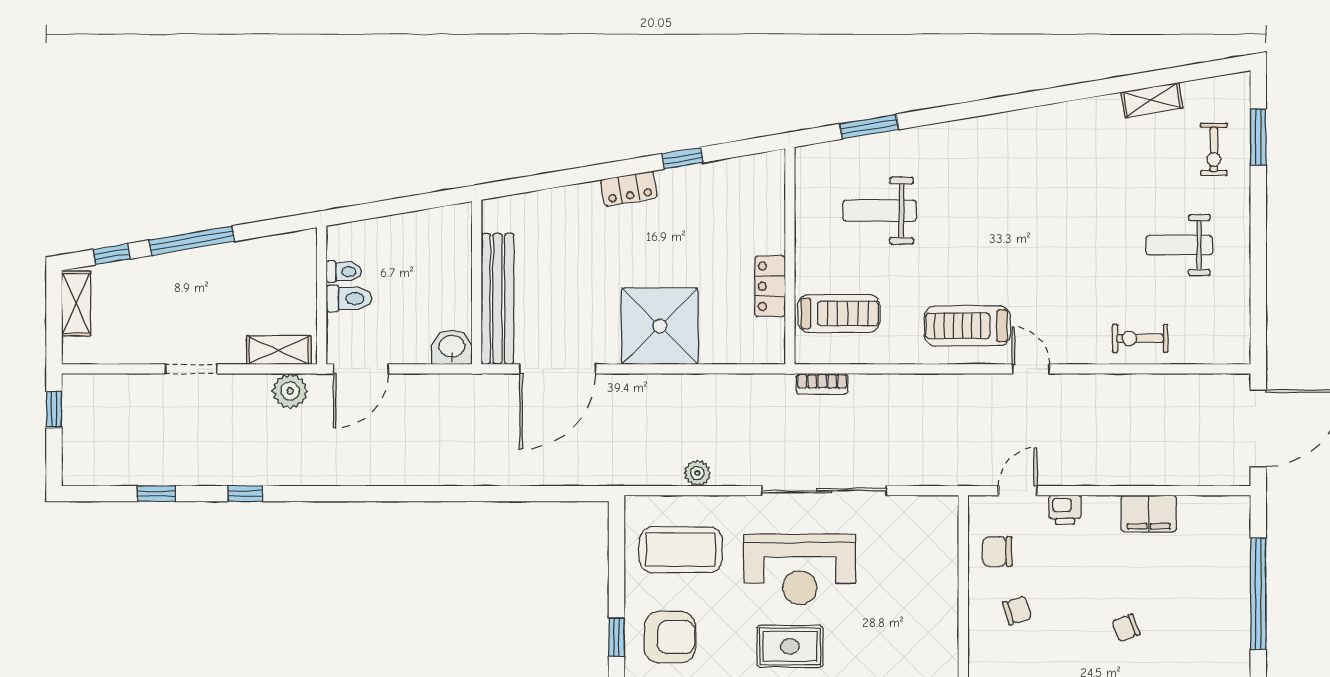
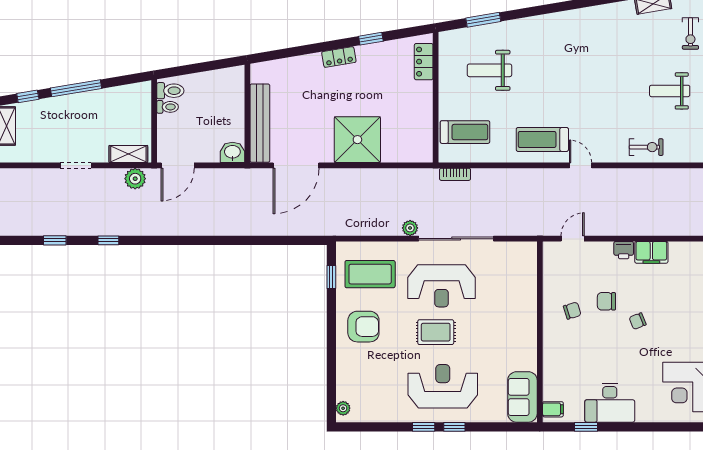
locker: (770, 286) -> (424, 62), moved
toilet: (349, 299) -> (170, 91), moved
exercise bike: (1140, 338) -> (646, 147), turned 180
plant: (697, 473) -> (410, 228), moved
printer: (1065, 510) -> (624, 250), moved
chair: (997, 552) -> (606, 301), moved
window: (617, 637) -> (331, 277), moved

